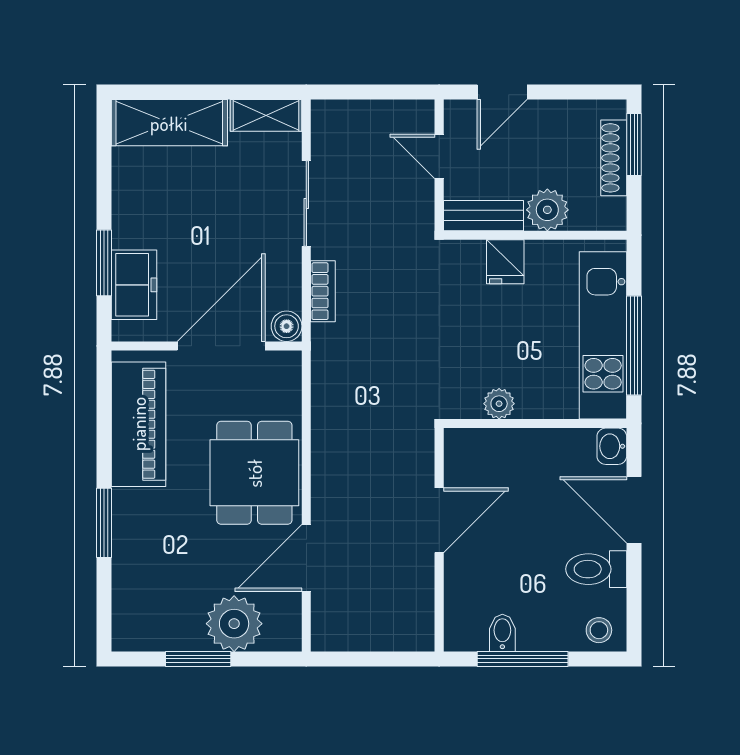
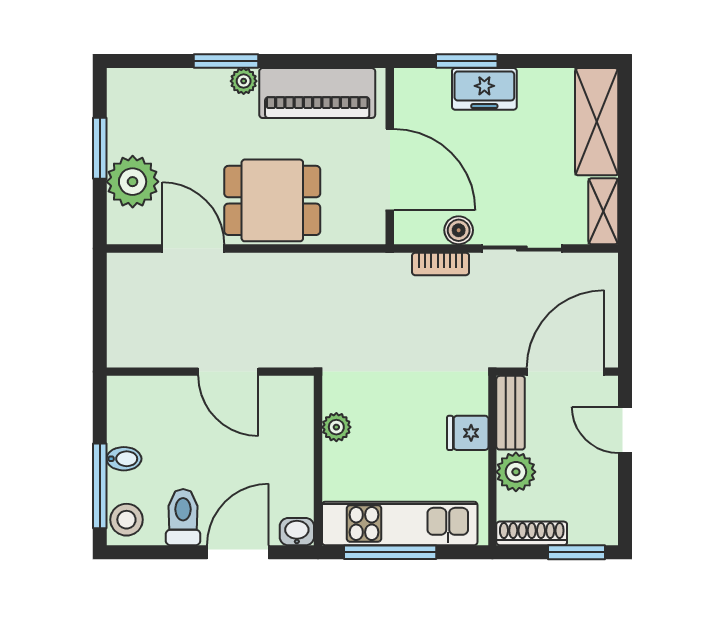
door: (439, 156) -> (565, 372), width x1.88
shoe rack: (614, 158) -> (532, 533), moved
freezer: (134, 285) -> (484, 89), moved
boiler: (287, 326) -> (459, 230), moved
plant: (125, 504) -> (244, 81), added
stool: (599, 630) -> (126, 520), width x1.37, depth x1.37
bidet: (502, 633) -> (124, 459), moved
window: (523, 659) -> (100, 486), moved

